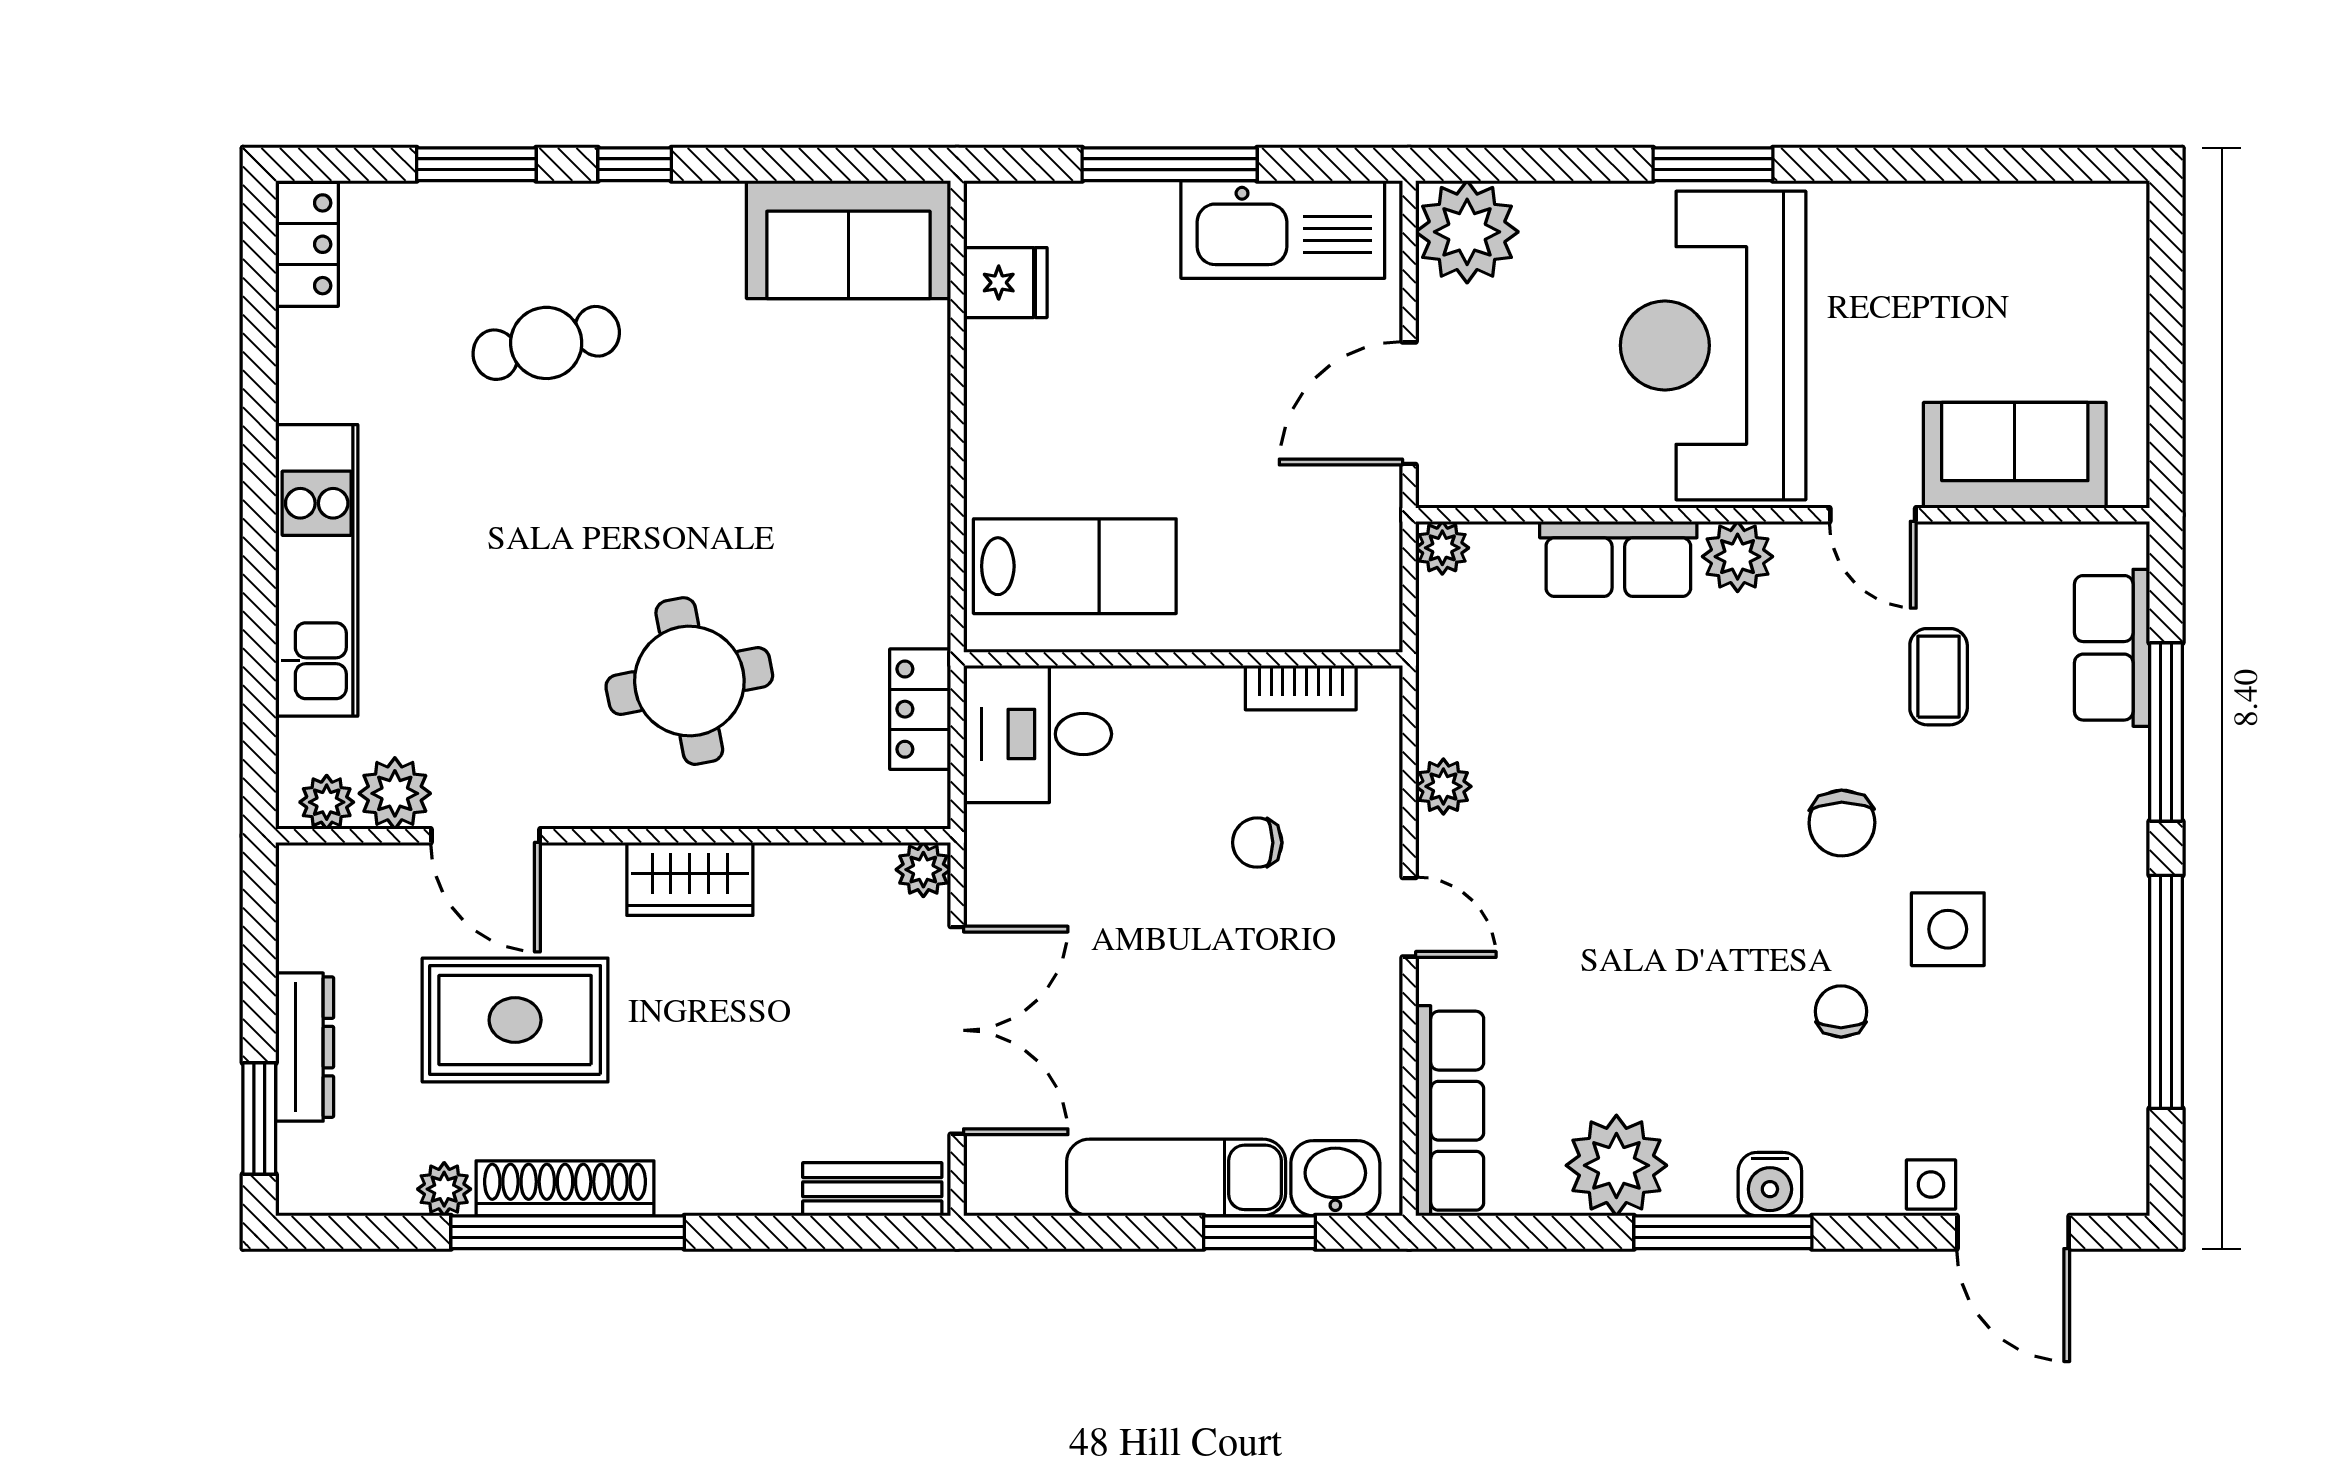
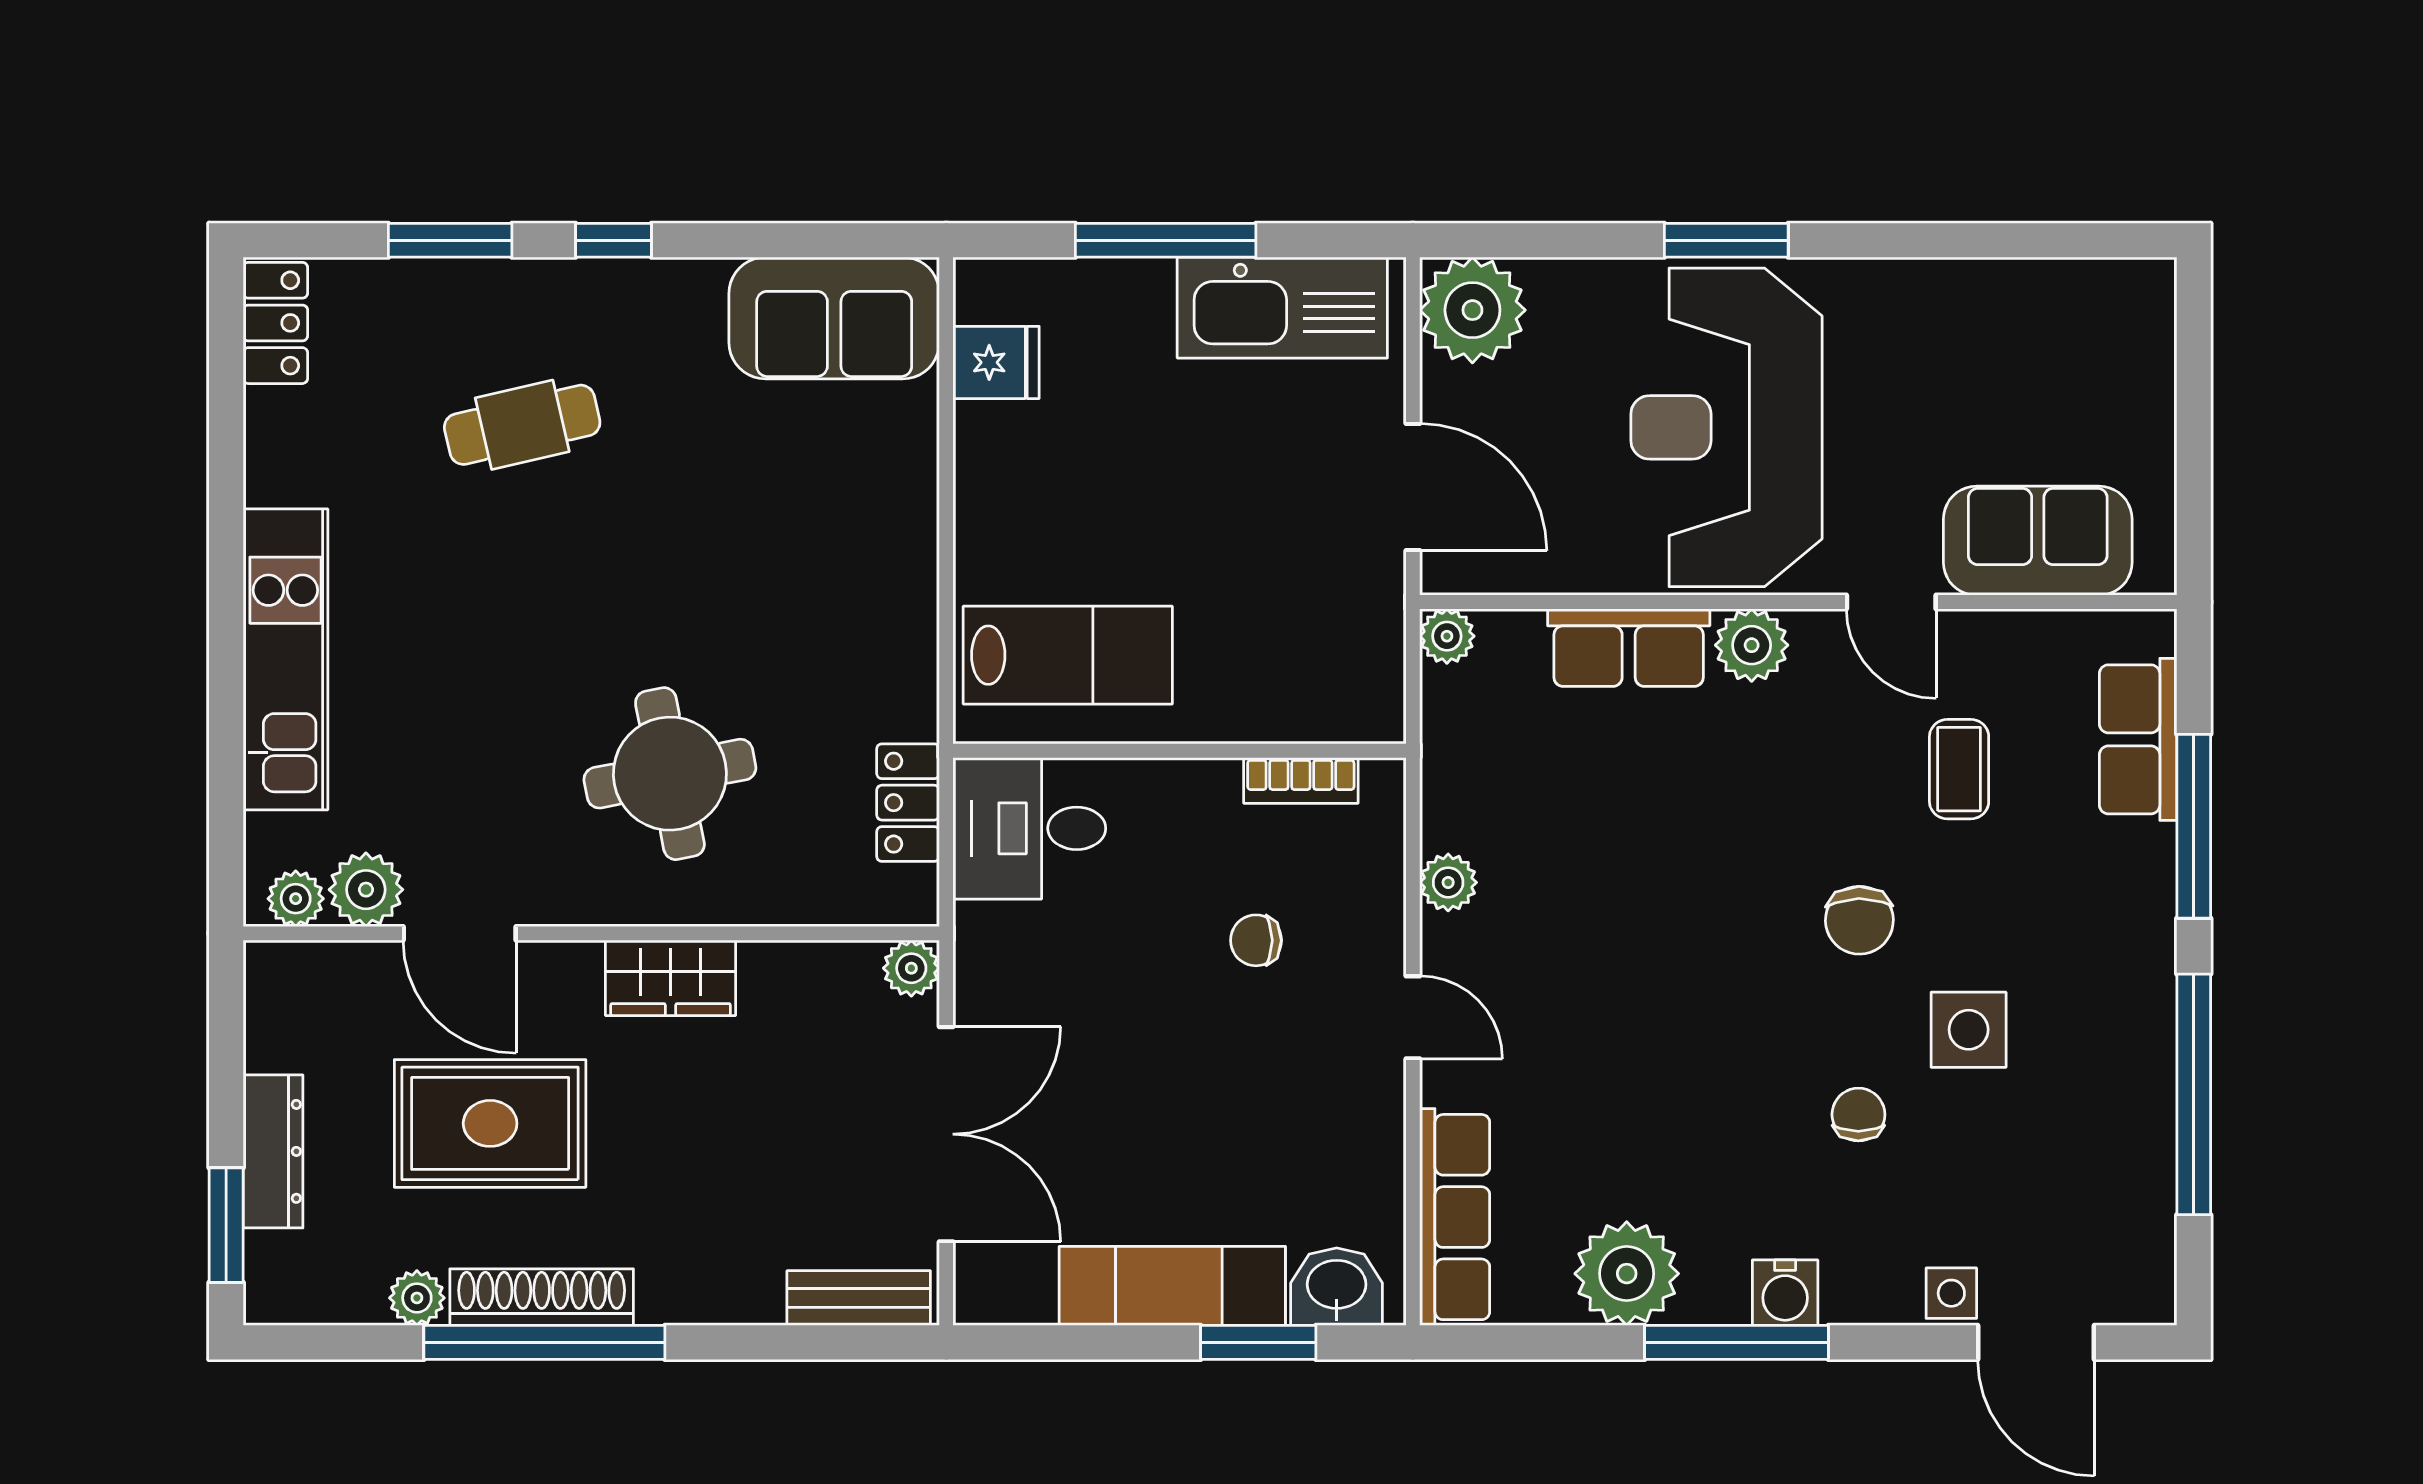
door: (1409, 403) -> (1413, 487), swing flipped

